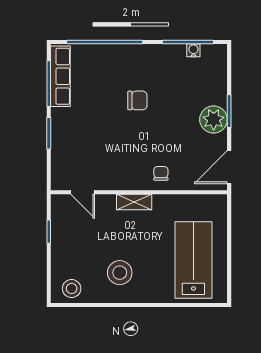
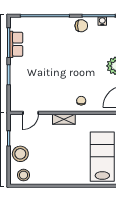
row of seats: (60, 76) -> (16, 44), width x0.68
chair: (137, 100) -> (81, 26), moved
door: (83, 192) -> (31, 113), hinge flipped
stool: (120, 273) -> (20, 154), moved

